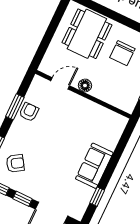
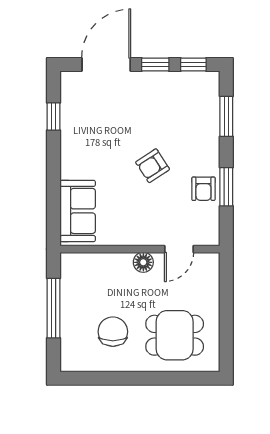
dining table: (87, 34) -> (175, 335), width x0.73
armchair: (15, 163) -> (153, 166), moved
sofa: (94, 166) -> (78, 211), moved

